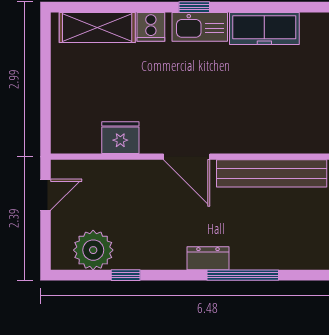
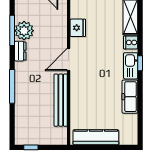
plant: (93, 250) -> (24, 31), moved
dresser: (208, 258) -> (20, 51), moved
window: (126, 275) -> (12, 30), width x2.17

